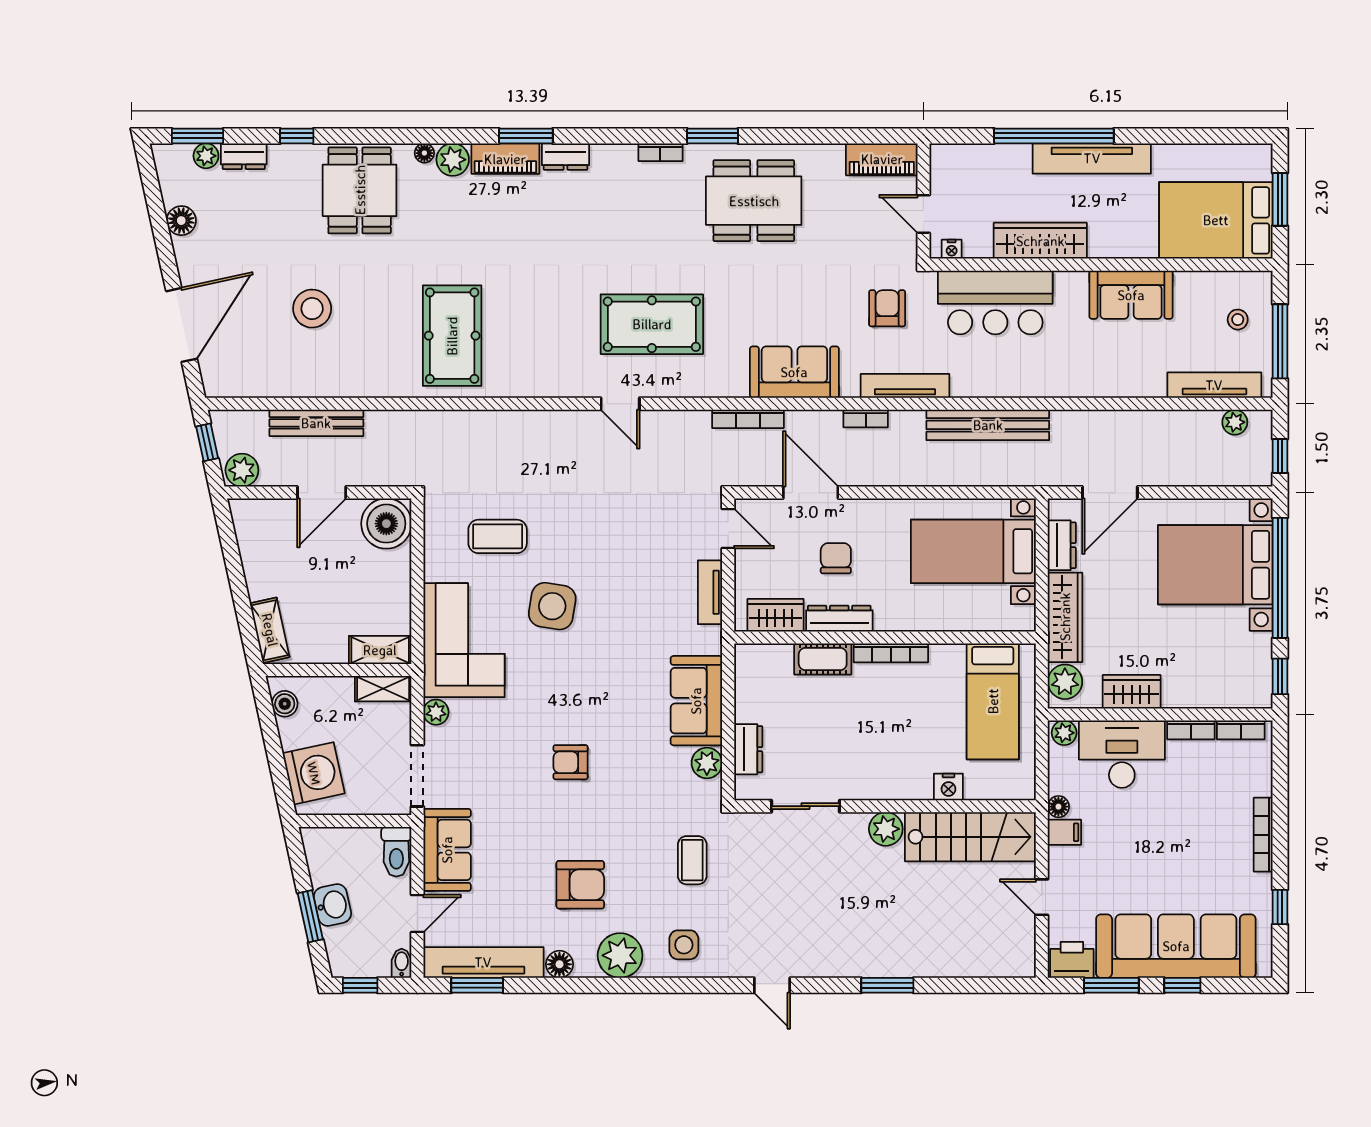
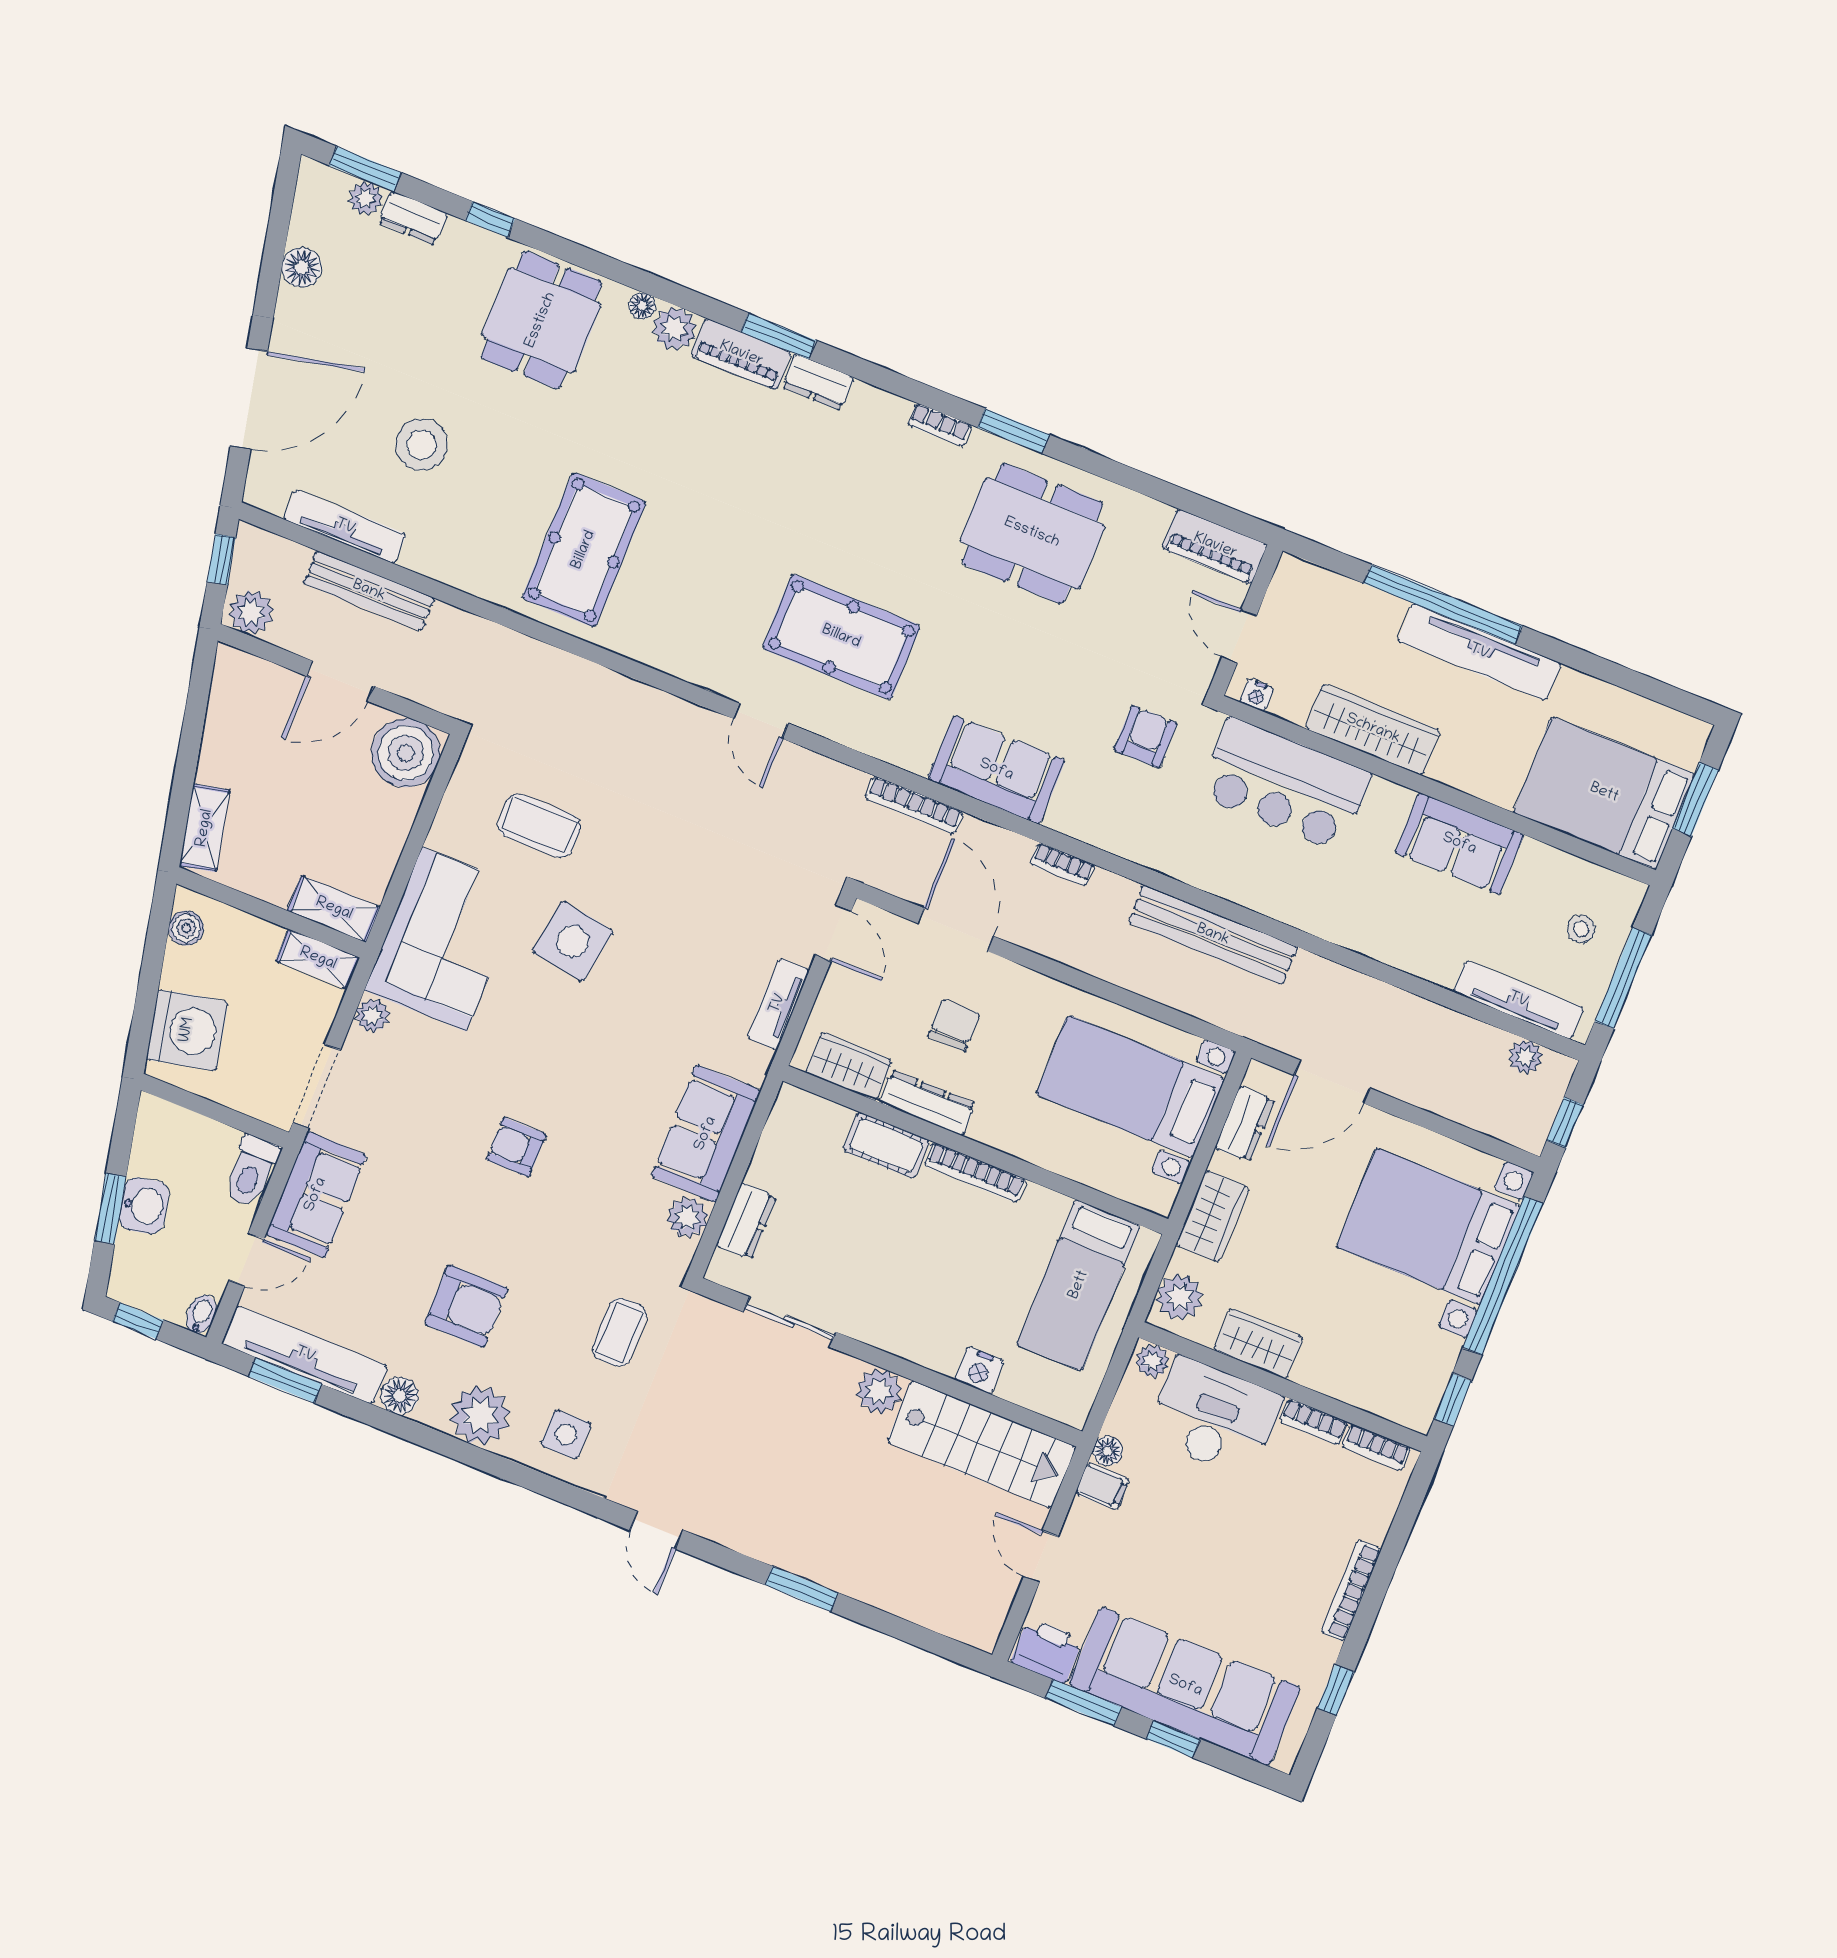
tv unit: (905, 386) -> (345, 527), moved
wardrobe: (1065, 617) -> (1212, 1216), width x0.67

